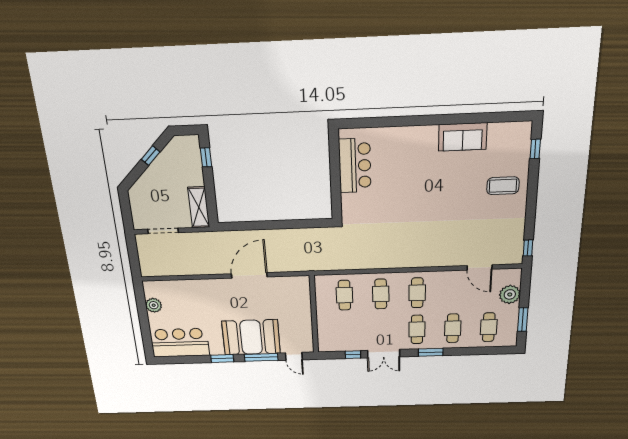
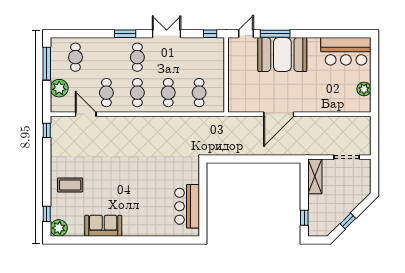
plant: (521, 132) -> (59, 228), added
window: (523, 320) -> (47, 64), width x1.44
cafe table: (453, 328) -> (106, 93), moved
window: (353, 355) -> (210, 34), moved
door: (294, 356) -> (246, 34), hinge flipped
window: (222, 358) -> (310, 34), removed

